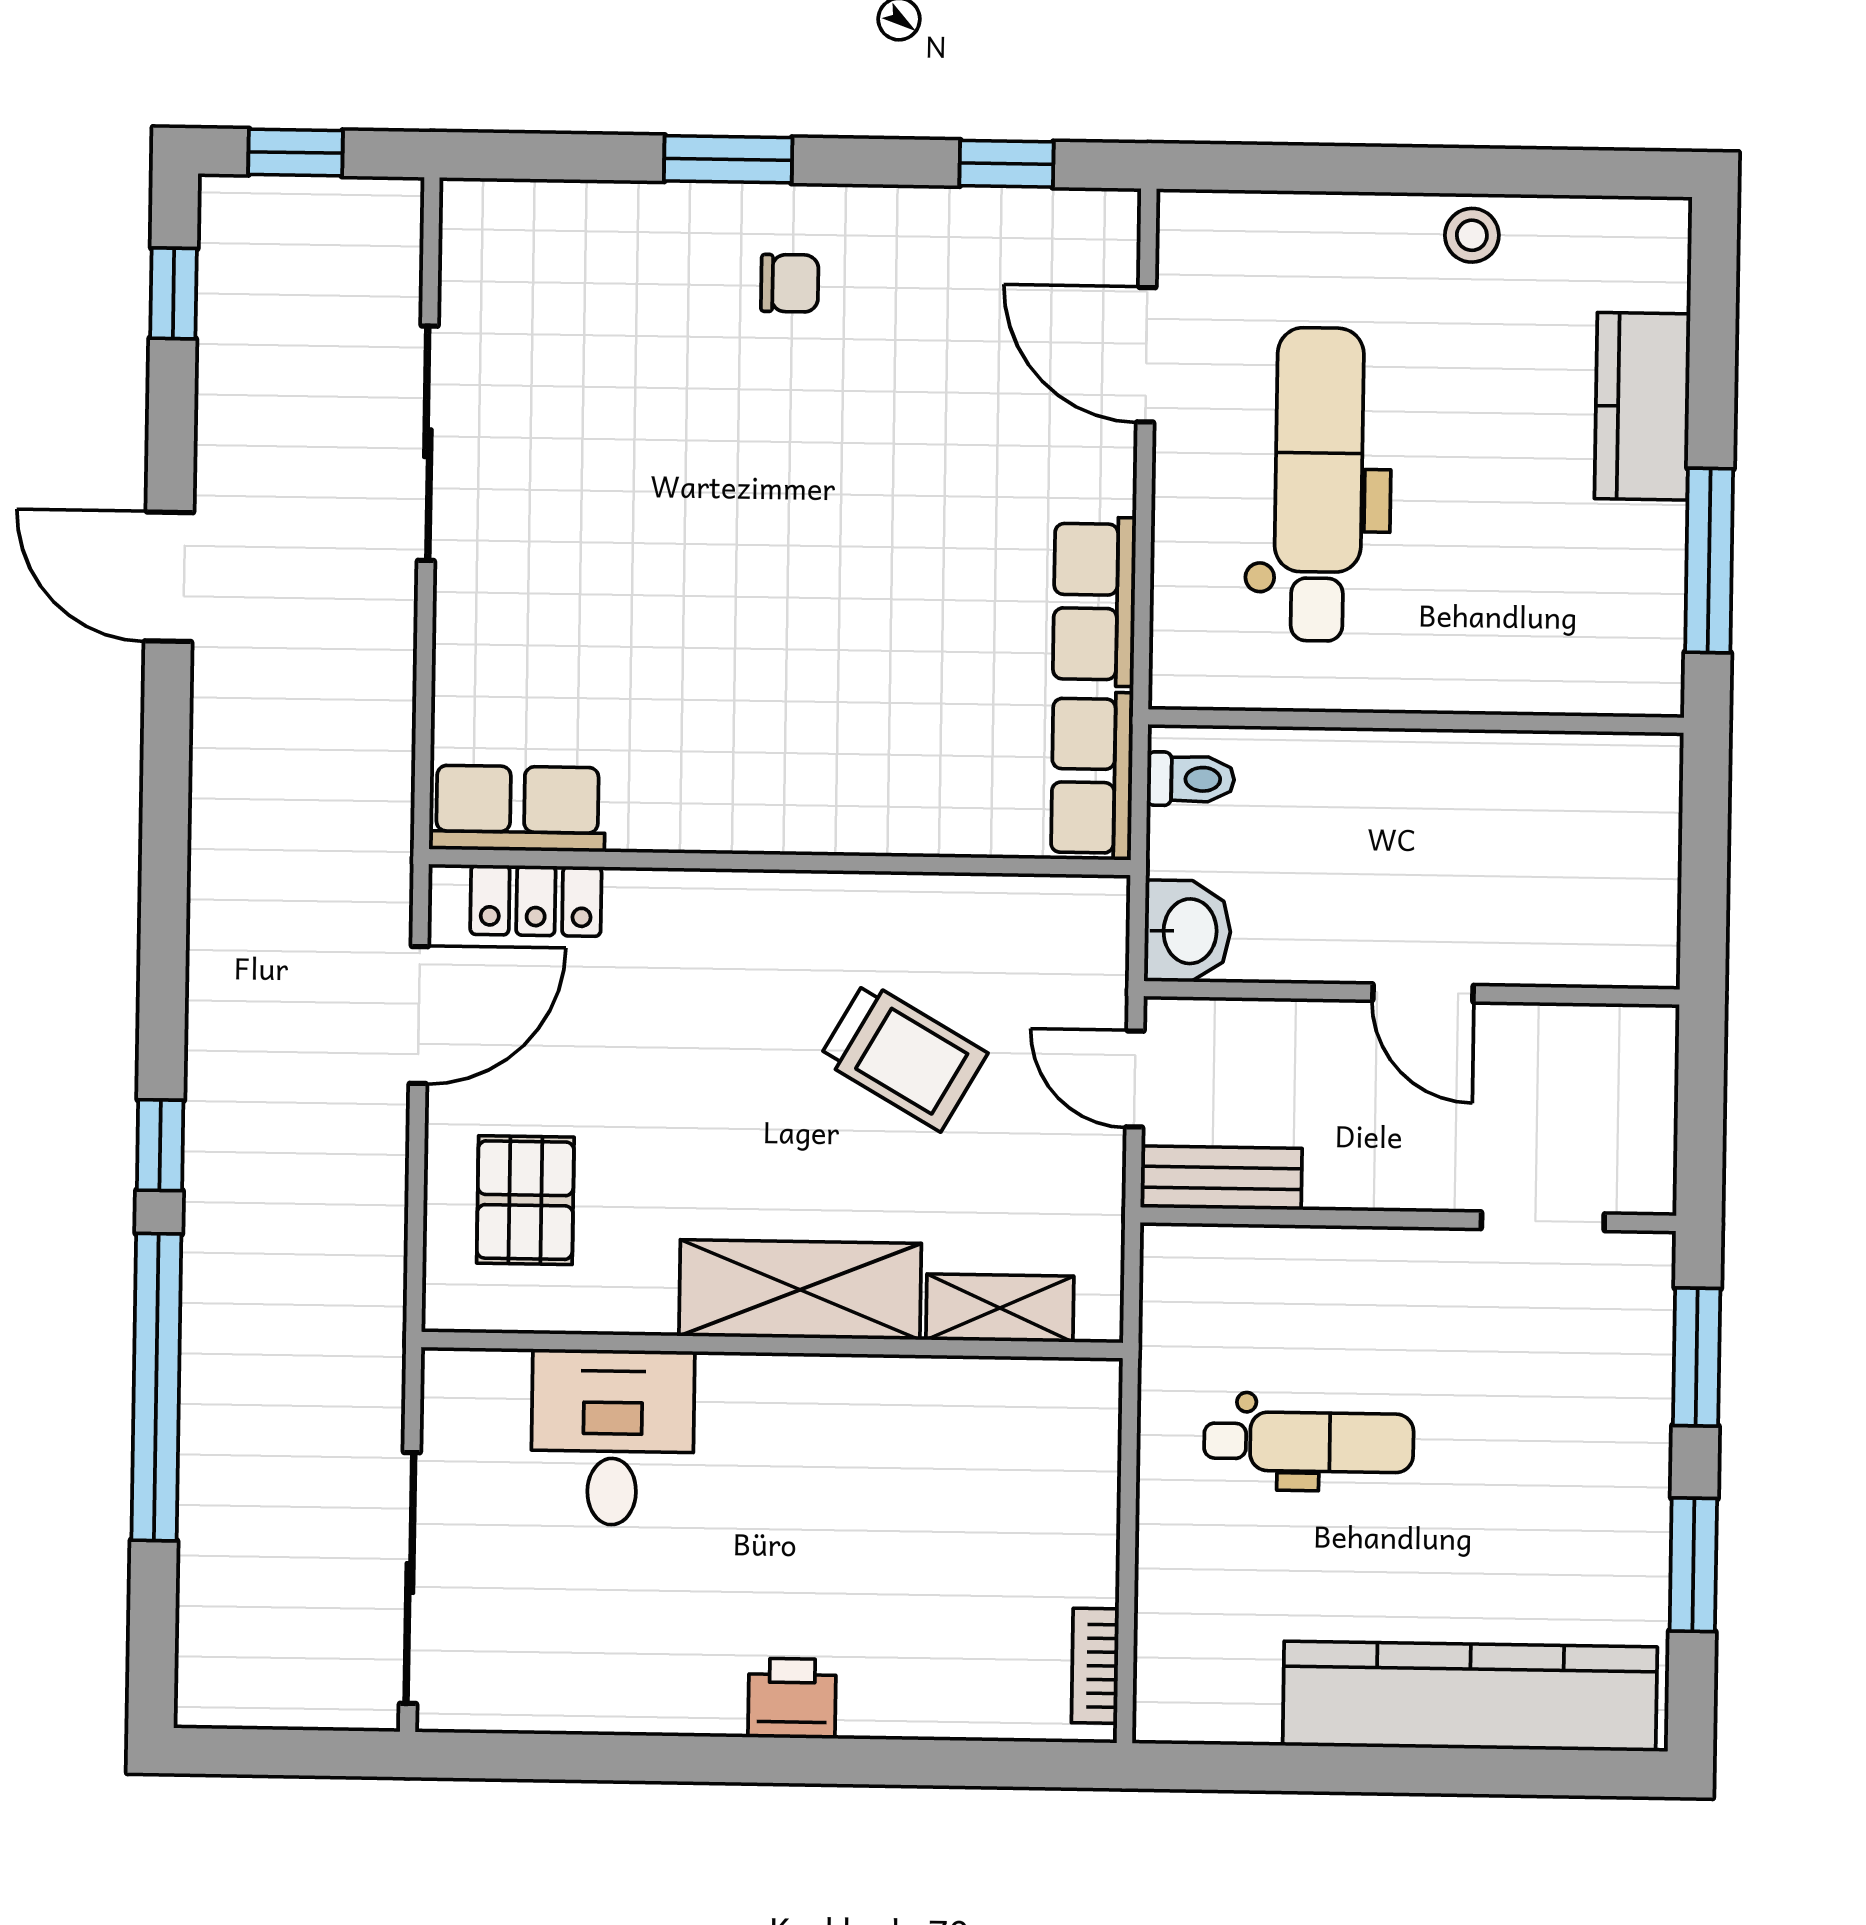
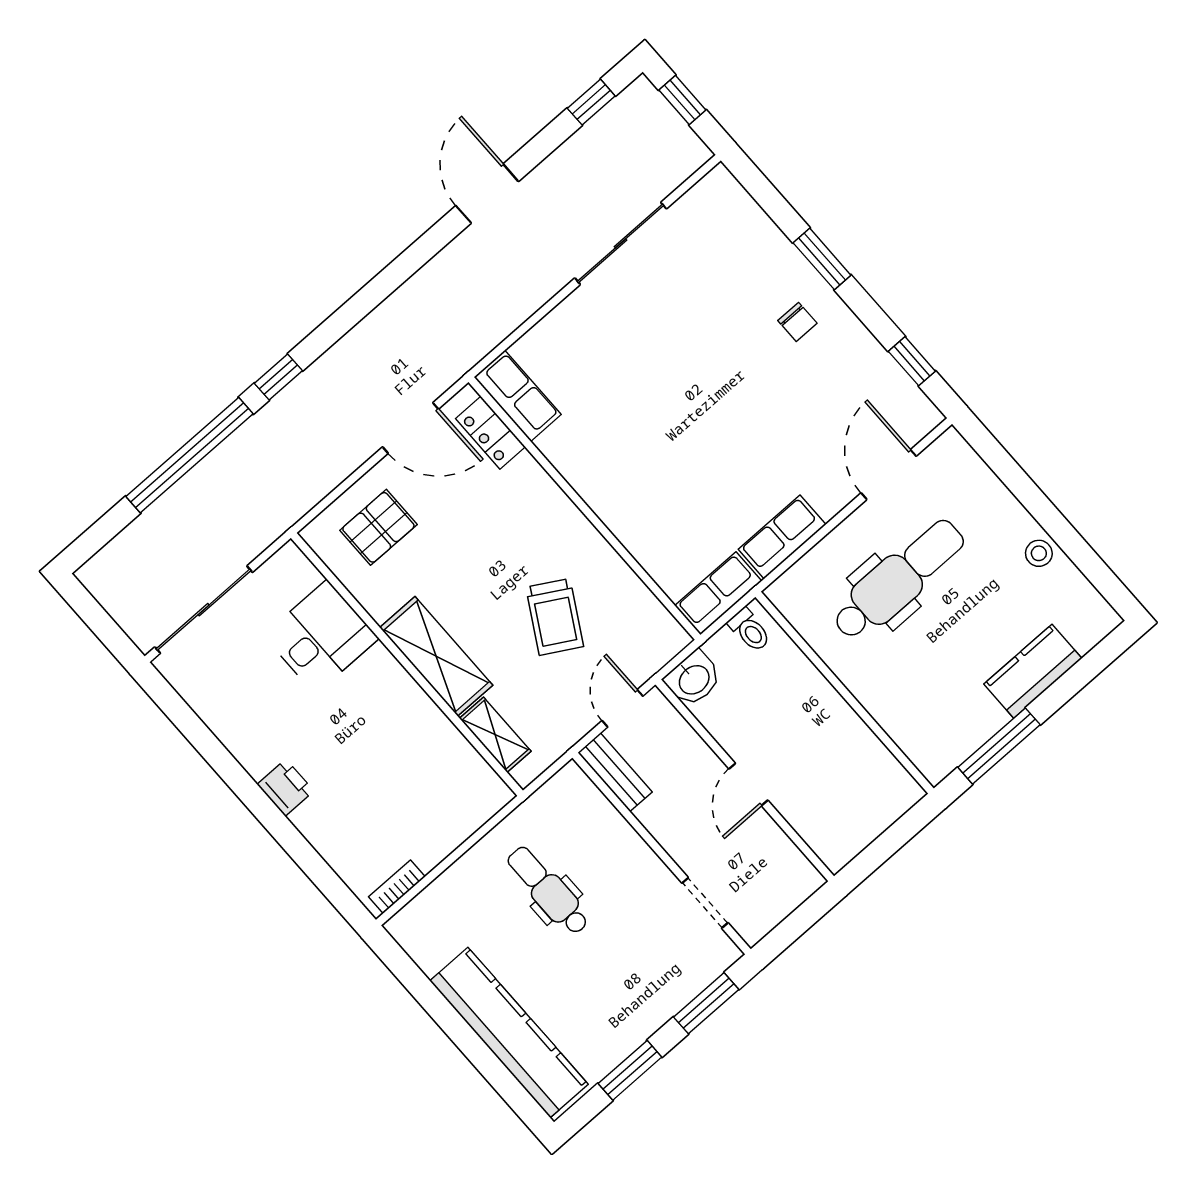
dental chair: (1309, 1442) -> (548, 891), turned 180

